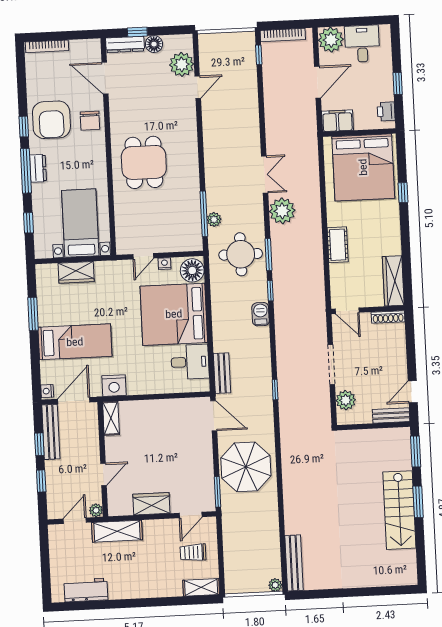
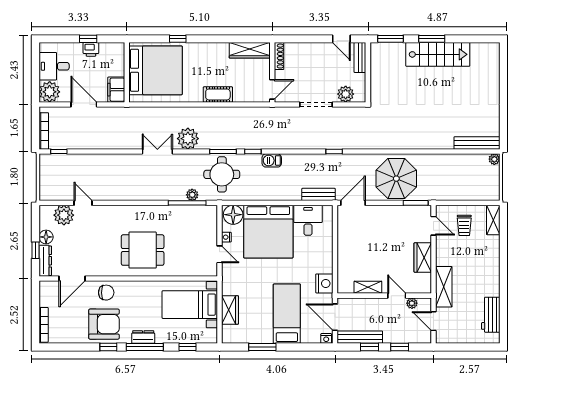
printer: (386, 111) -> (91, 49), moved
shelving: (111, 418) -> (368, 287), moved
plant: (96, 510) -> (412, 303), moved

